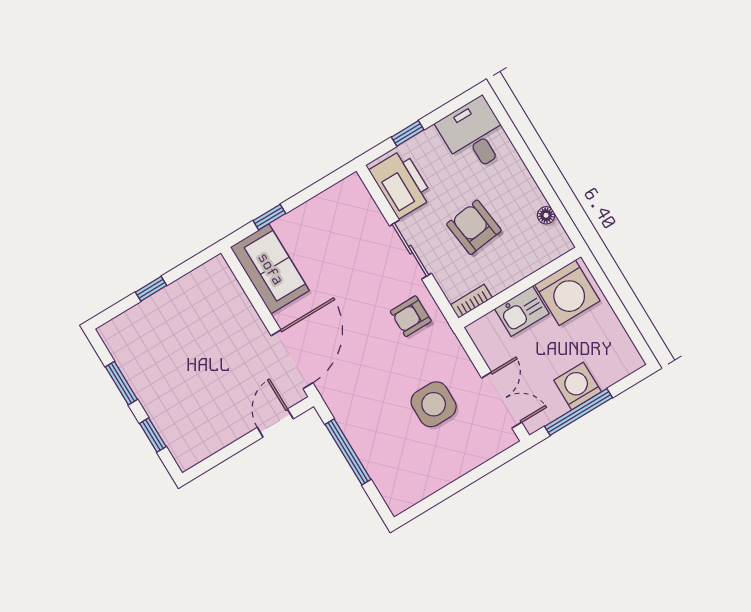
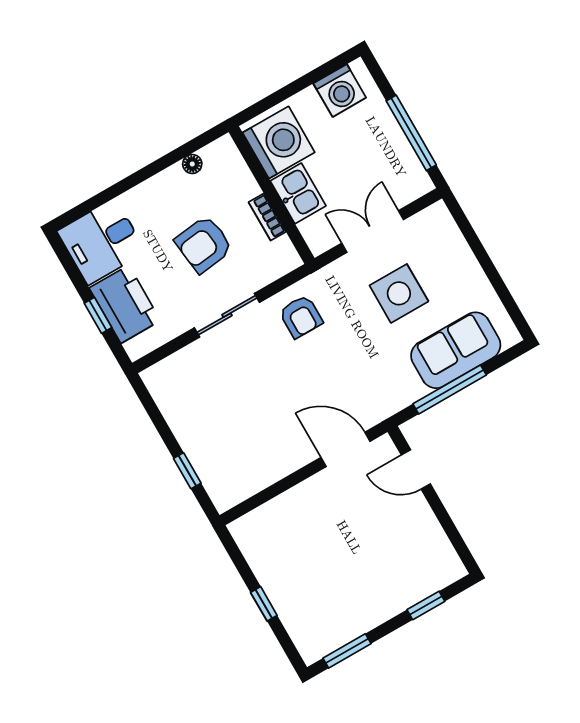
printer: (401, 184) -> (125, 304), moved, turned 90
sofa: (270, 269) -> (456, 350), moved
bookcase: (471, 301) -> (267, 217), moved
door: (292, 359) -> (345, 449), width x0.73
window: (121, 383) -> (347, 651), moved
washing machine: (578, 386) -> (340, 91), moved, turned -90
double door: (502, 400) -> (373, 231), moved

